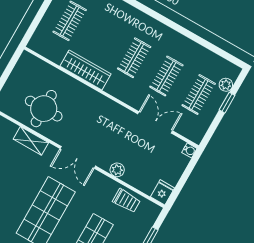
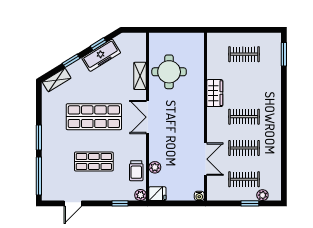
wardrobe: (85, 70) -> (215, 93), width x0.67
plant: (117, 170) -> (155, 167), moved
plant: (154, 210) -> (141, 195), added

